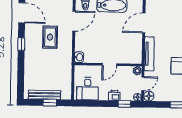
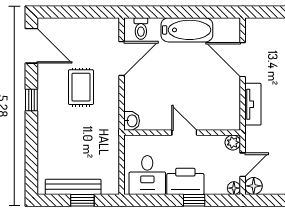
door: (144, 23) -> (243, 60), hinge flipped
tv unit: (149, 54) -> (253, 104), width x0.71
door: (109, 65) -> (184, 133), swing flipped
printer: (114, 95) -> (185, 181), width x1.87, depth x1.48
window: (124, 104) -> (194, 200), moved

